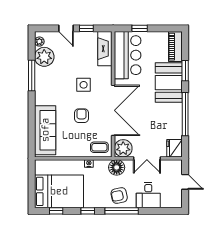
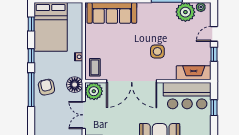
armchair: (82, 116) -> (126, 49), removed
desk: (148, 195) -> (47, 116), removed

